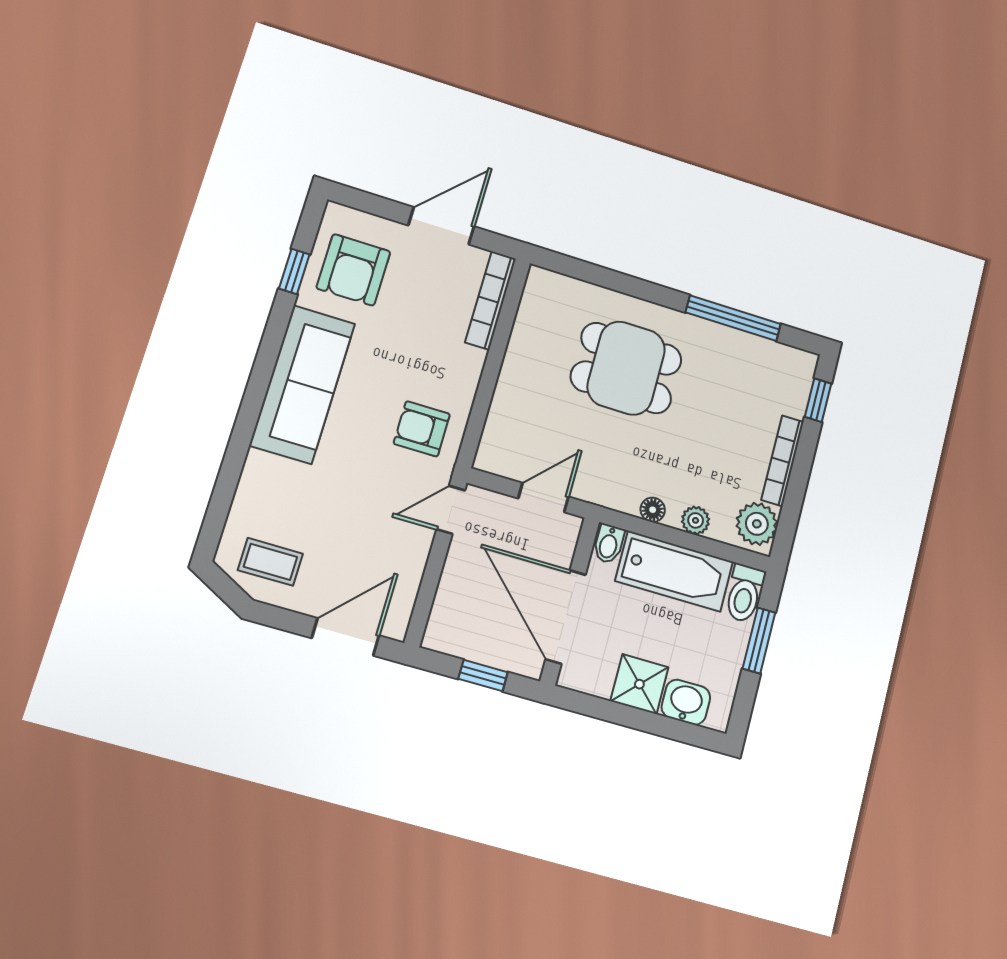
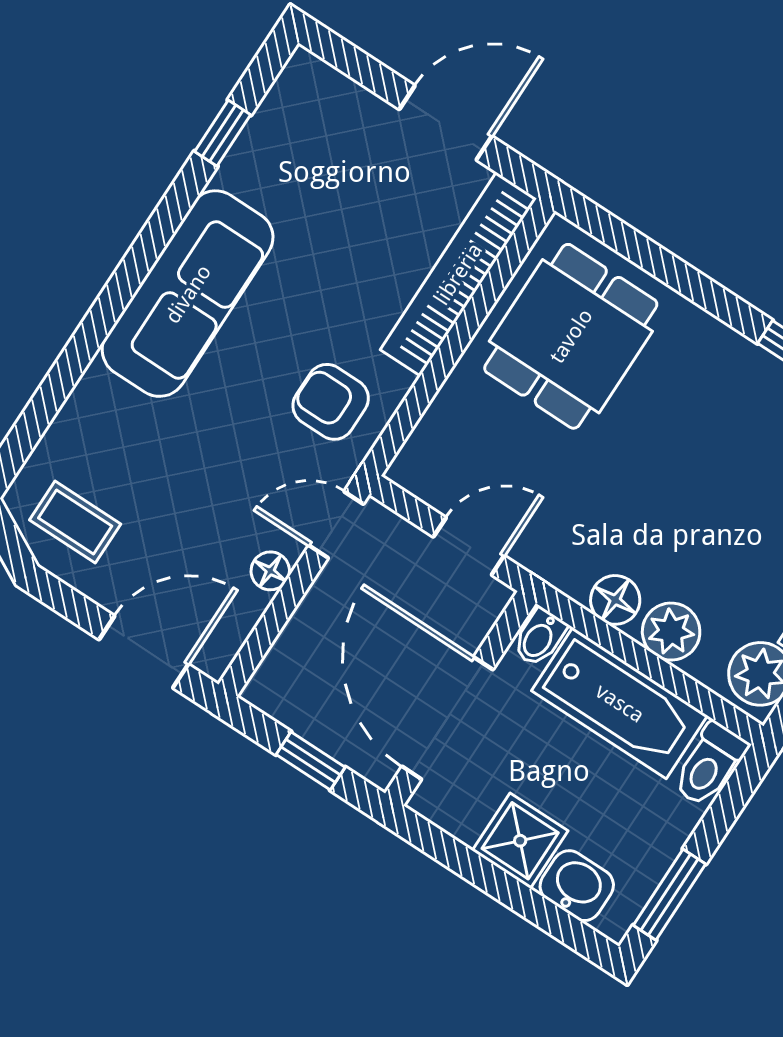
armchair: (353, 270) -> (304, 153), removed
bookcase: (491, 300) -> (458, 274), width x1.48, depth x1.31
dining table: (626, 368) -> (571, 336), moved, turned 90
floor lamp: (653, 510) -> (615, 600), width x1.37, depth x1.37
plant: (696, 520) -> (671, 632), width x1.38, depth x1.38
floor lamp: (416, 554) -> (270, 571), added
window: (759, 641) -> (670, 895), moved

